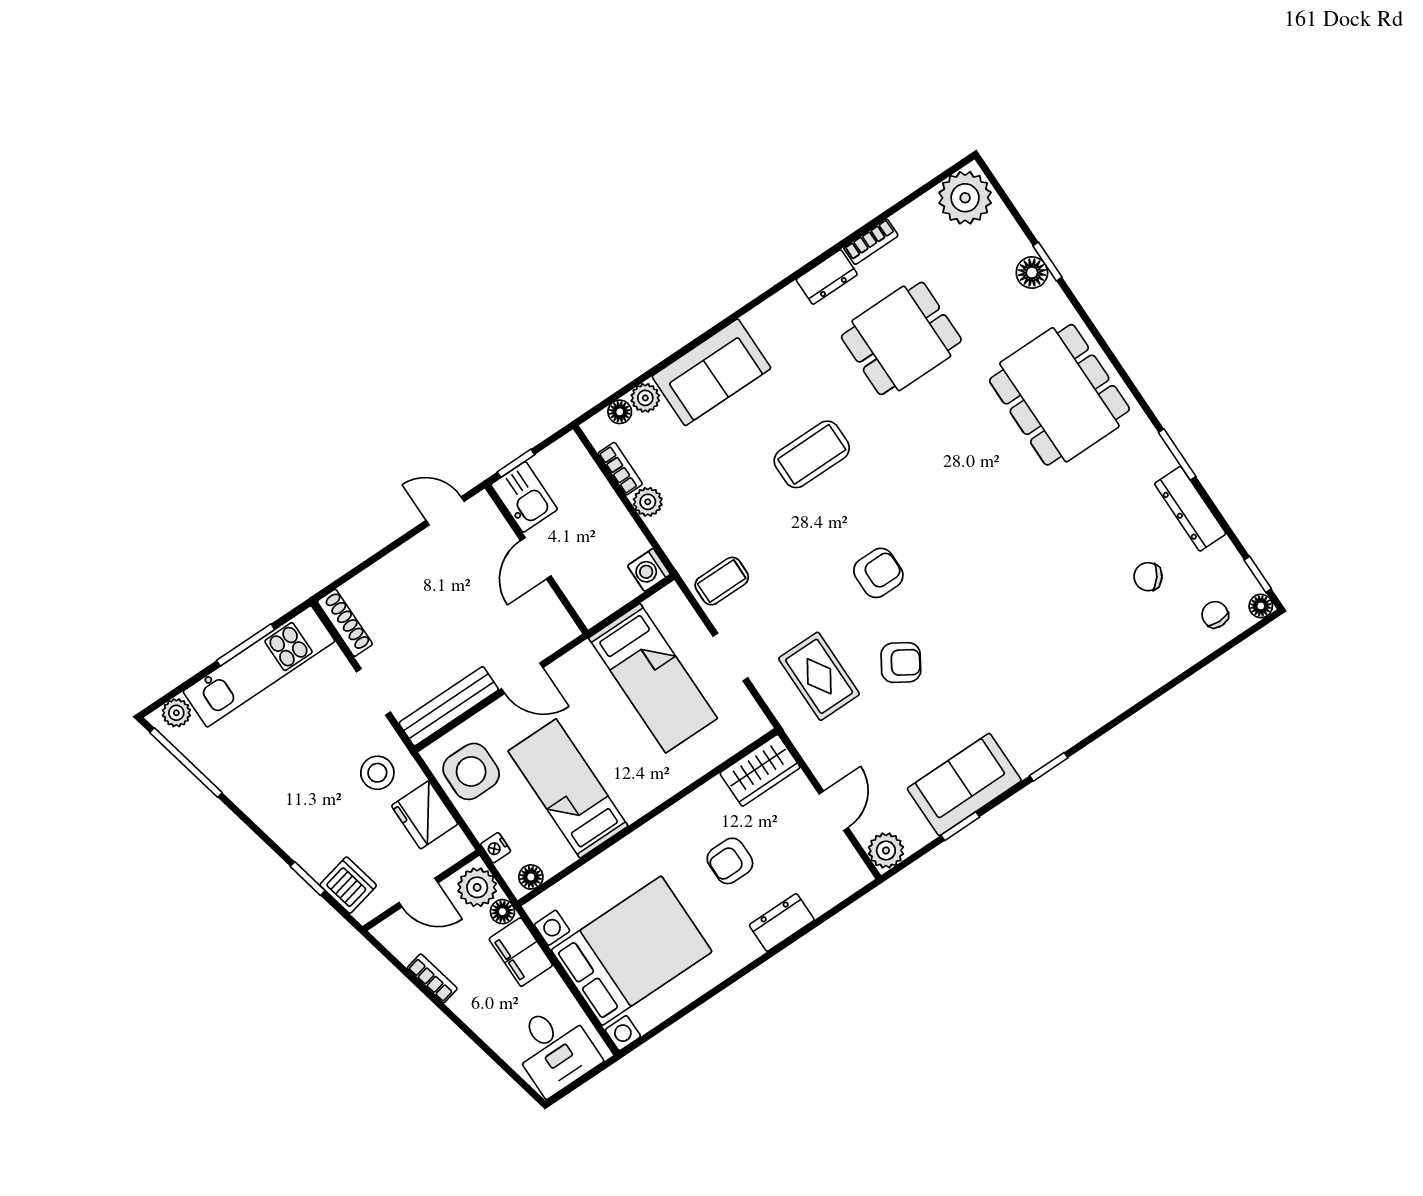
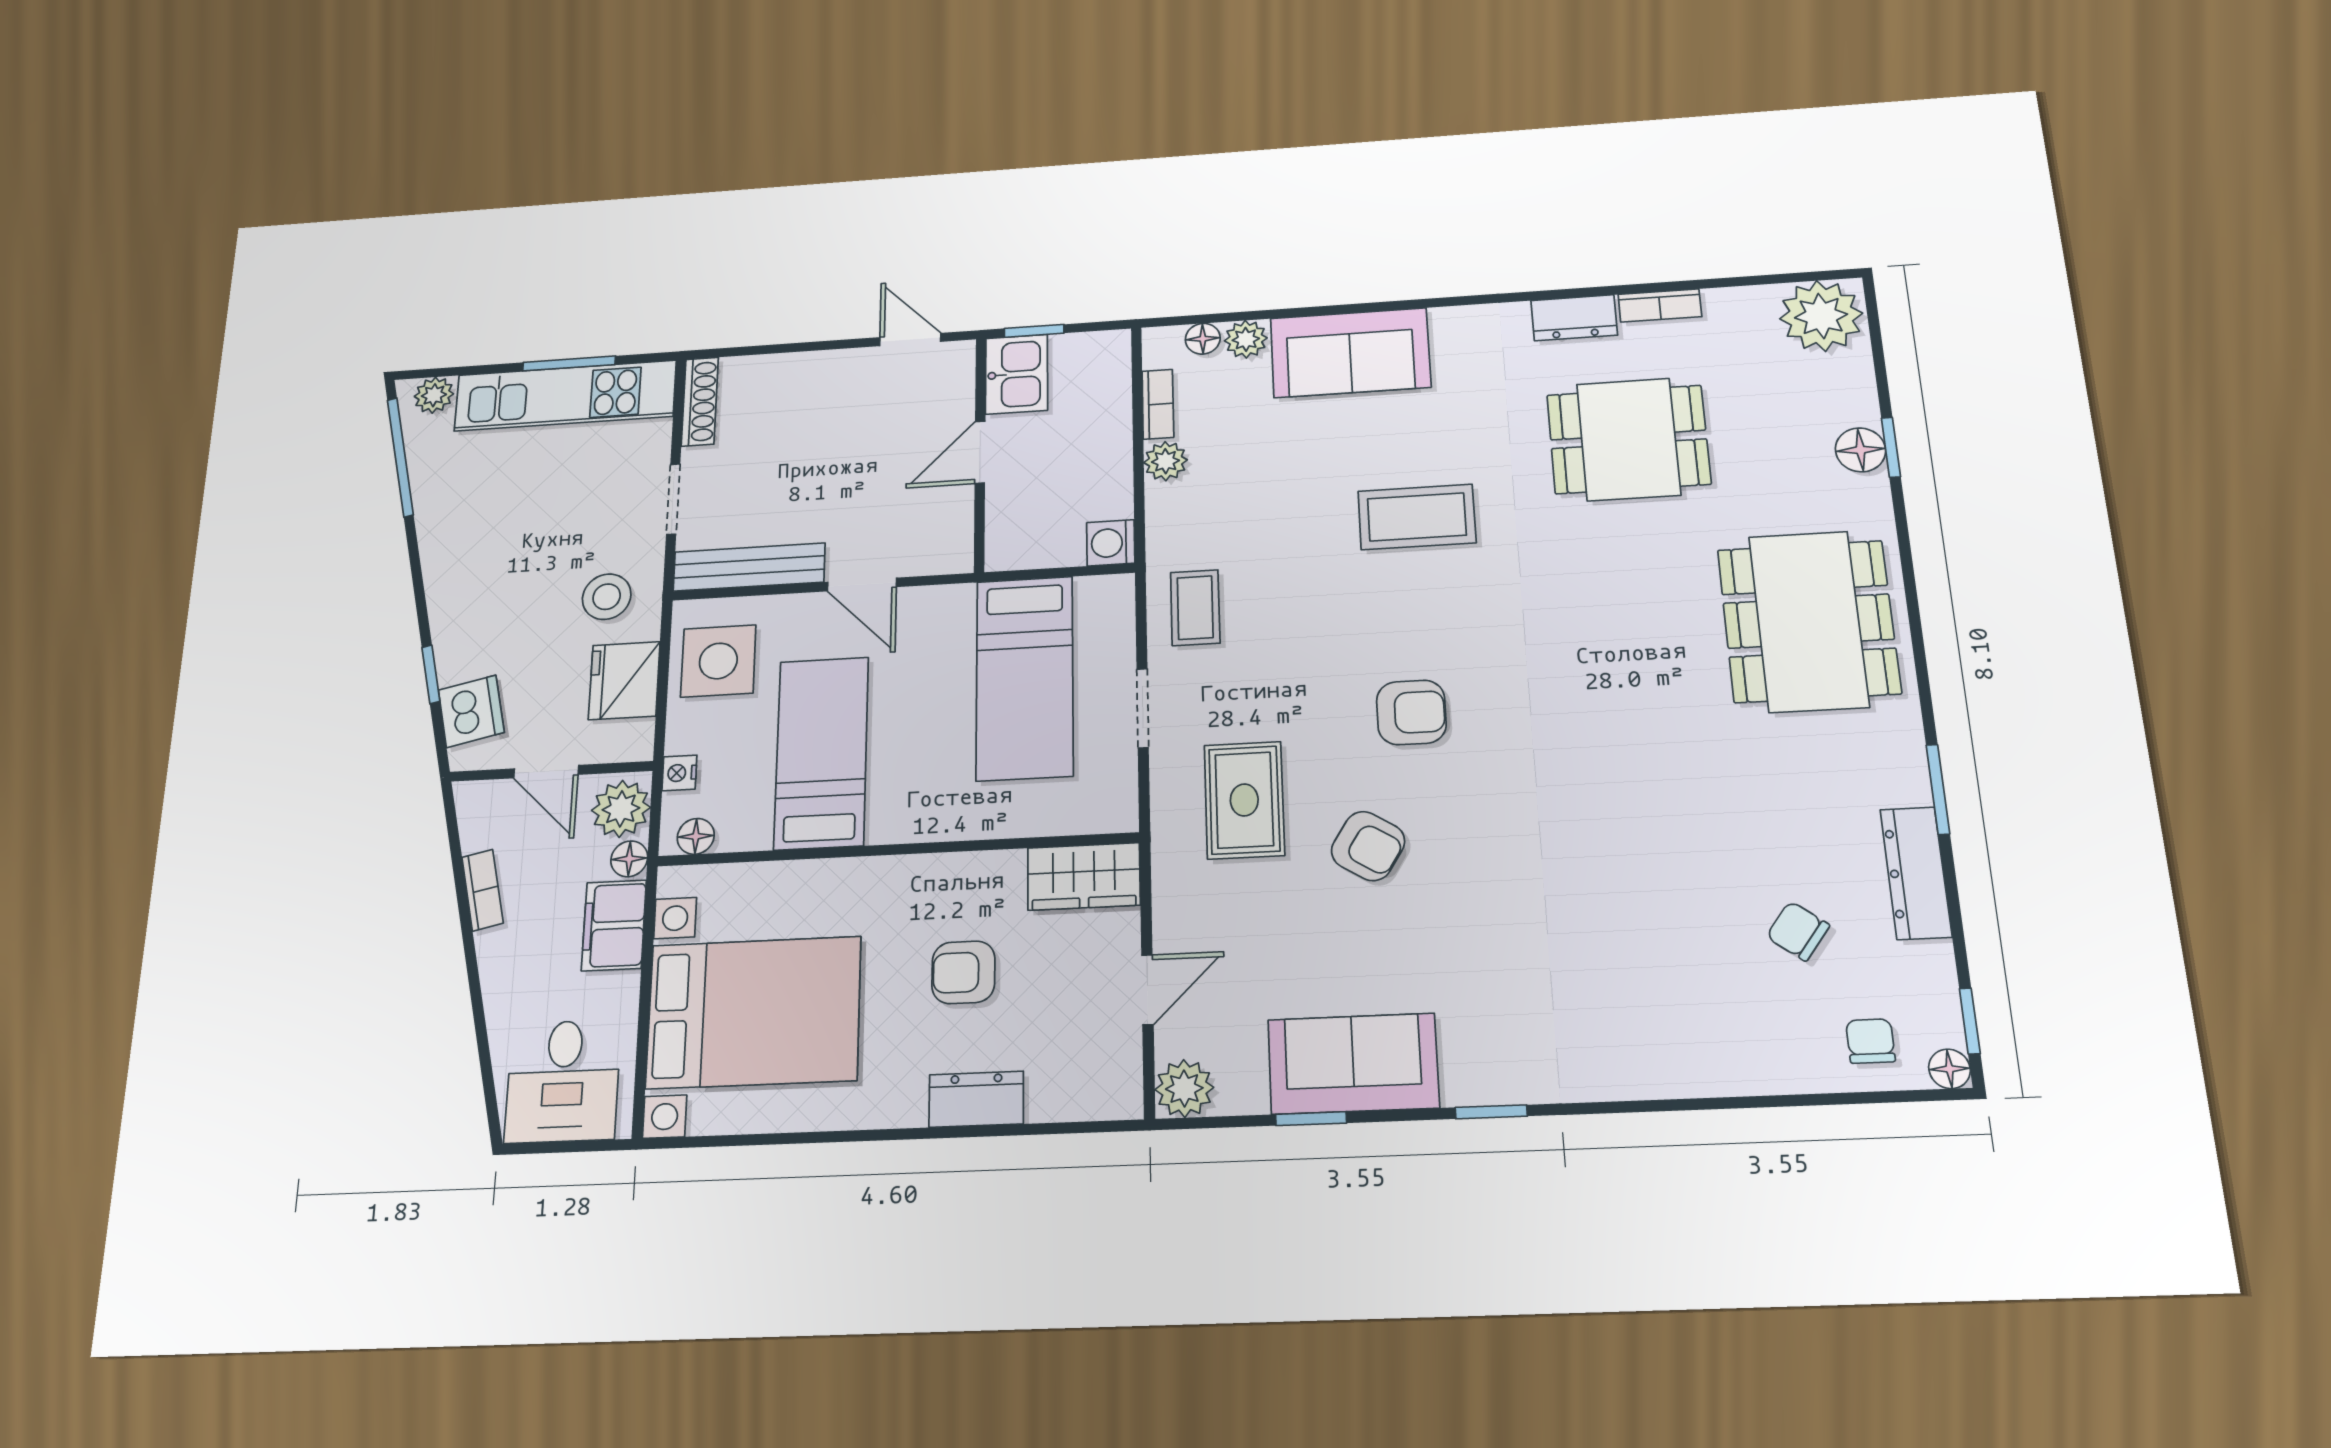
coffee table: (722, 581) -> (1195, 608), turned 90

